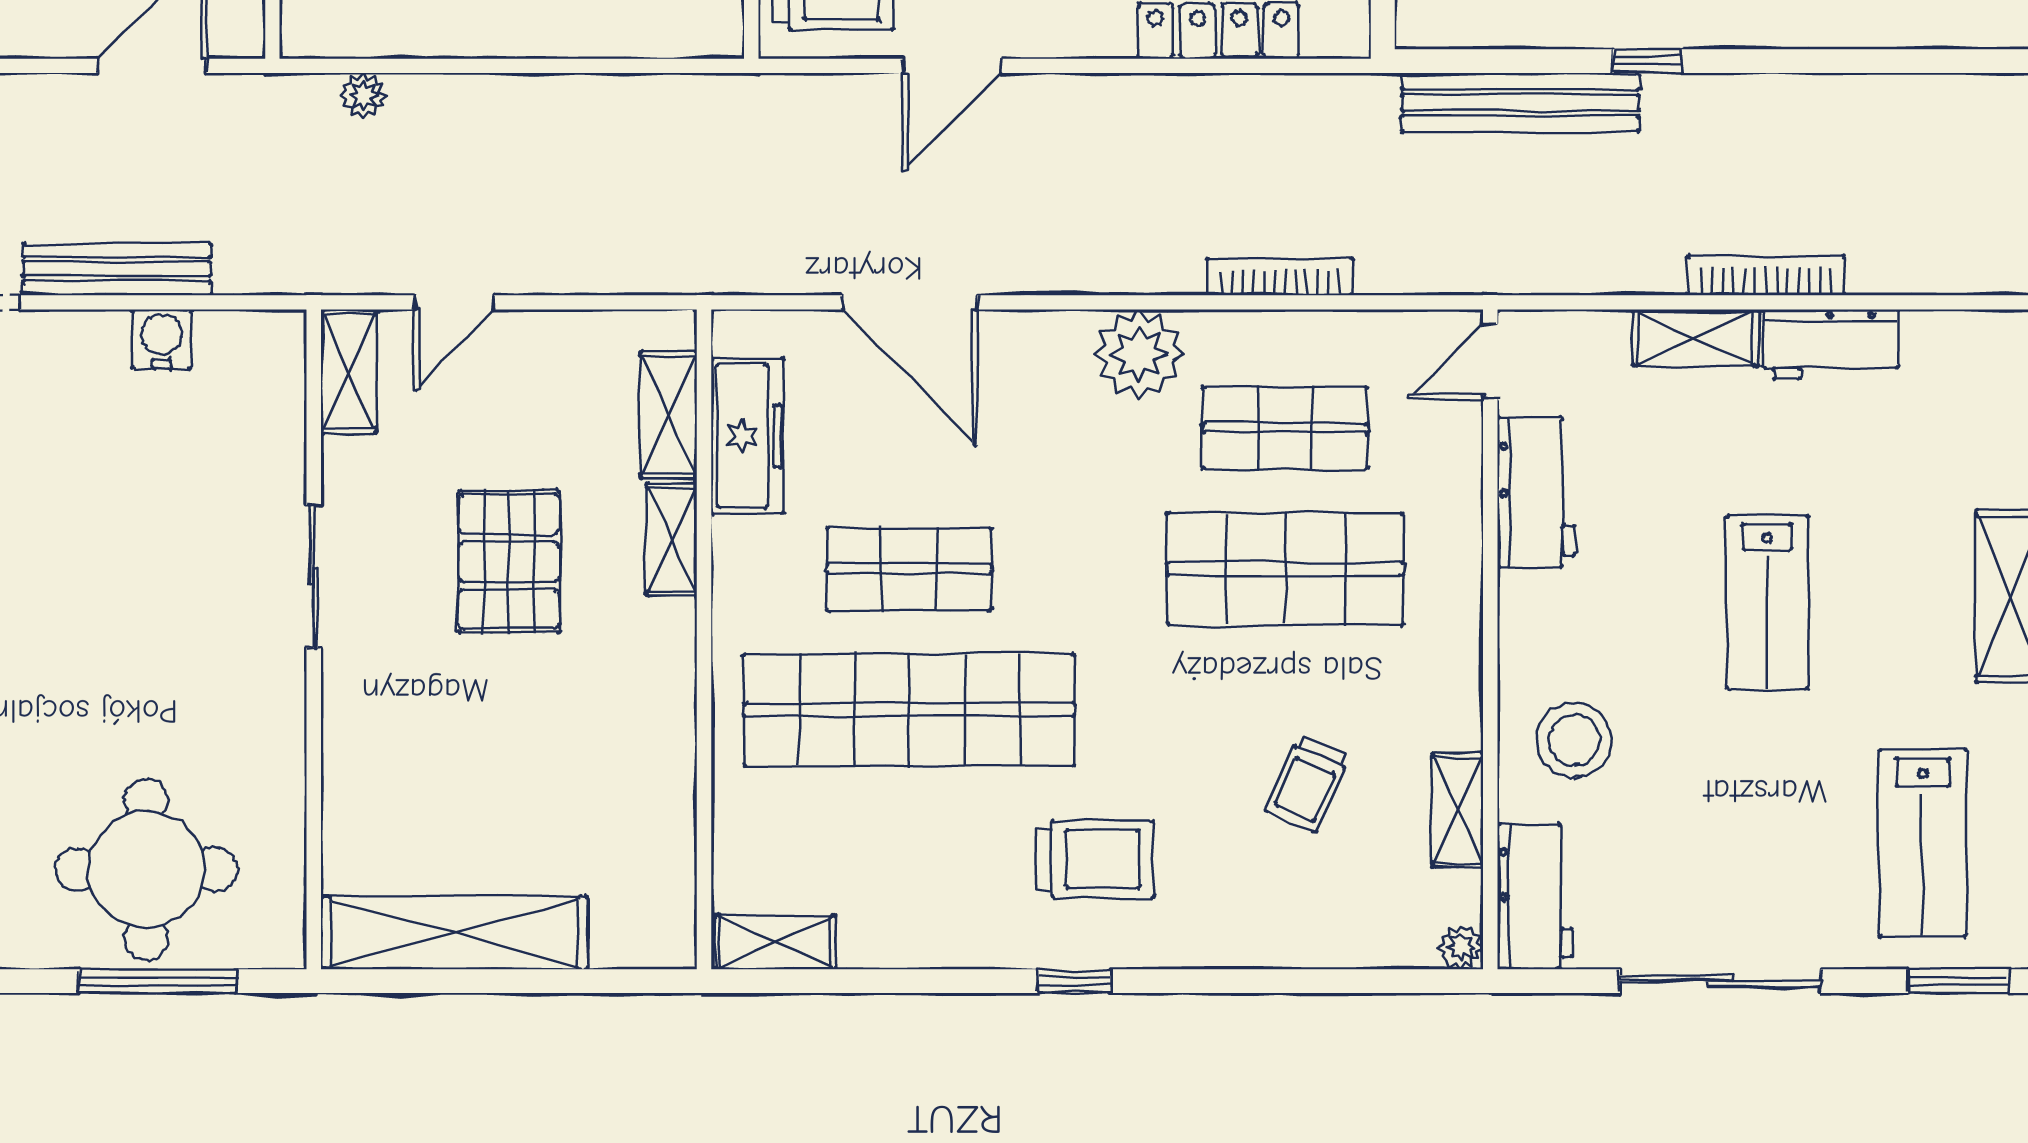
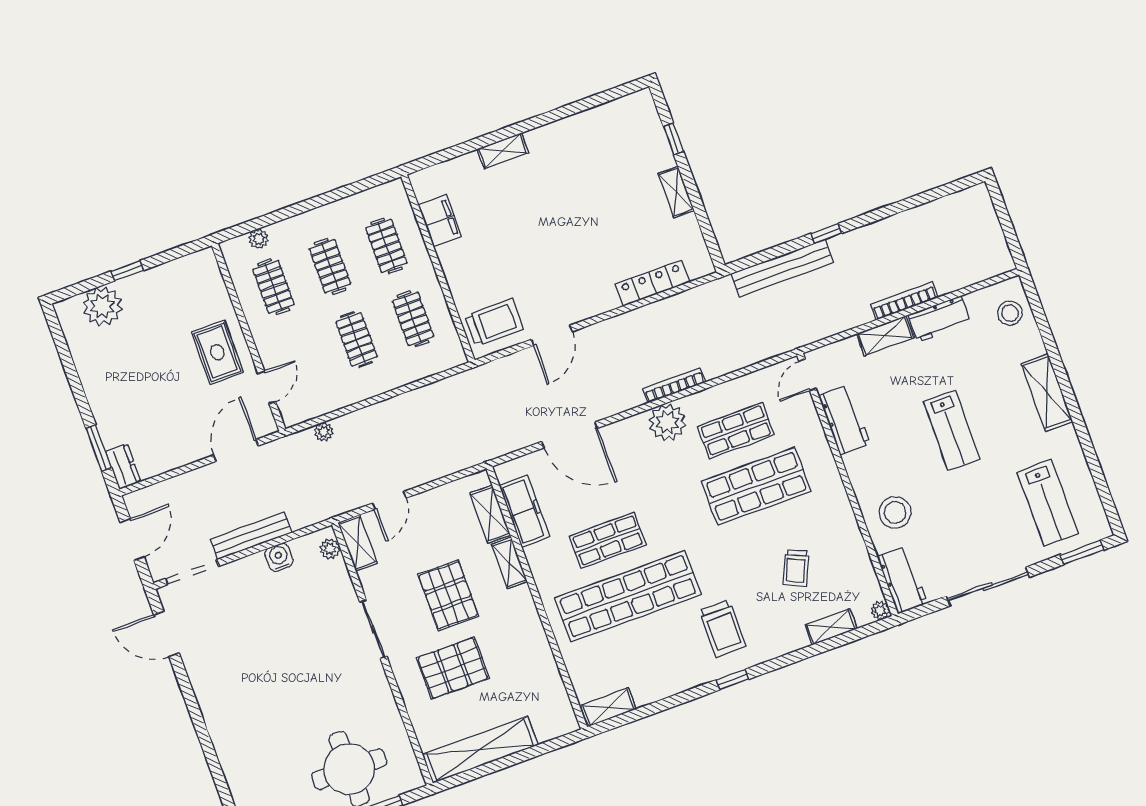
bookcase: (1280, 277) -> (674, 385), moved
plant: (282, 362) -> (330, 549), added
stool: (1992, 388) -> (1010, 313), added
pallet: (460, 728) -> (453, 668), added
shelving: (1458, 810) -> (831, 627), moved, turned 90
trolley: (1094, 859) -> (723, 628), turned 90

